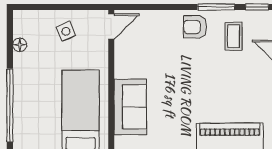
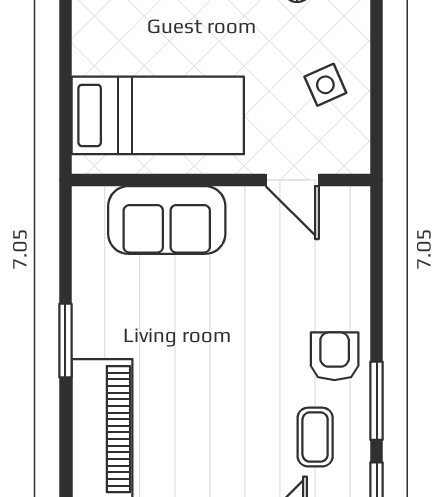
door: (111, 26) -> (292, 180), moved
coffee table: (234, 36) -> (315, 437), turned 90

